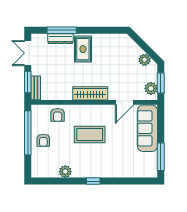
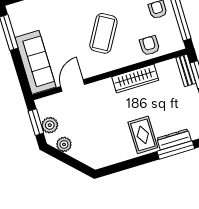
plant: (151, 88) -> (50, 125), moved
wardrobe: (90, 93) -> (135, 79), moved
coffee table: (90, 135) -> (103, 33), turned -60

